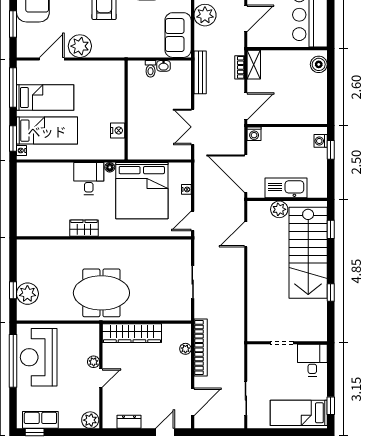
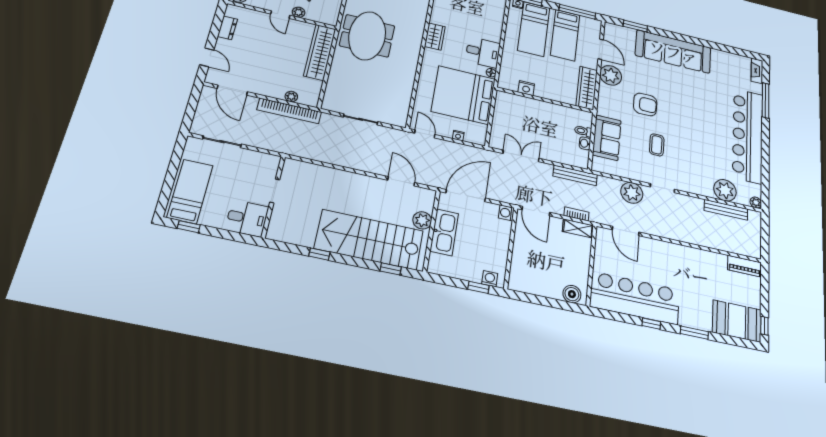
sofa: (178, 35) -> (607, 138), moved, turned 90
wardrobe: (101, 70) -> (587, 88), added

